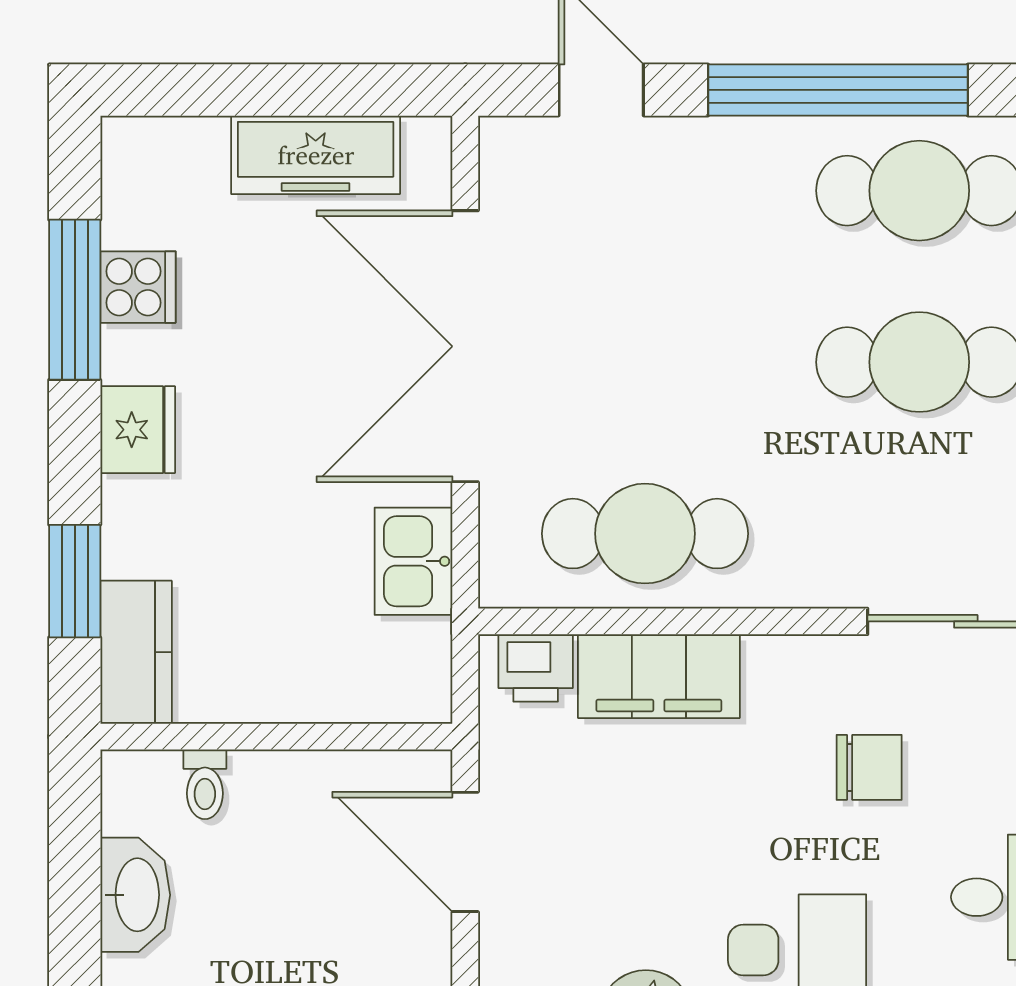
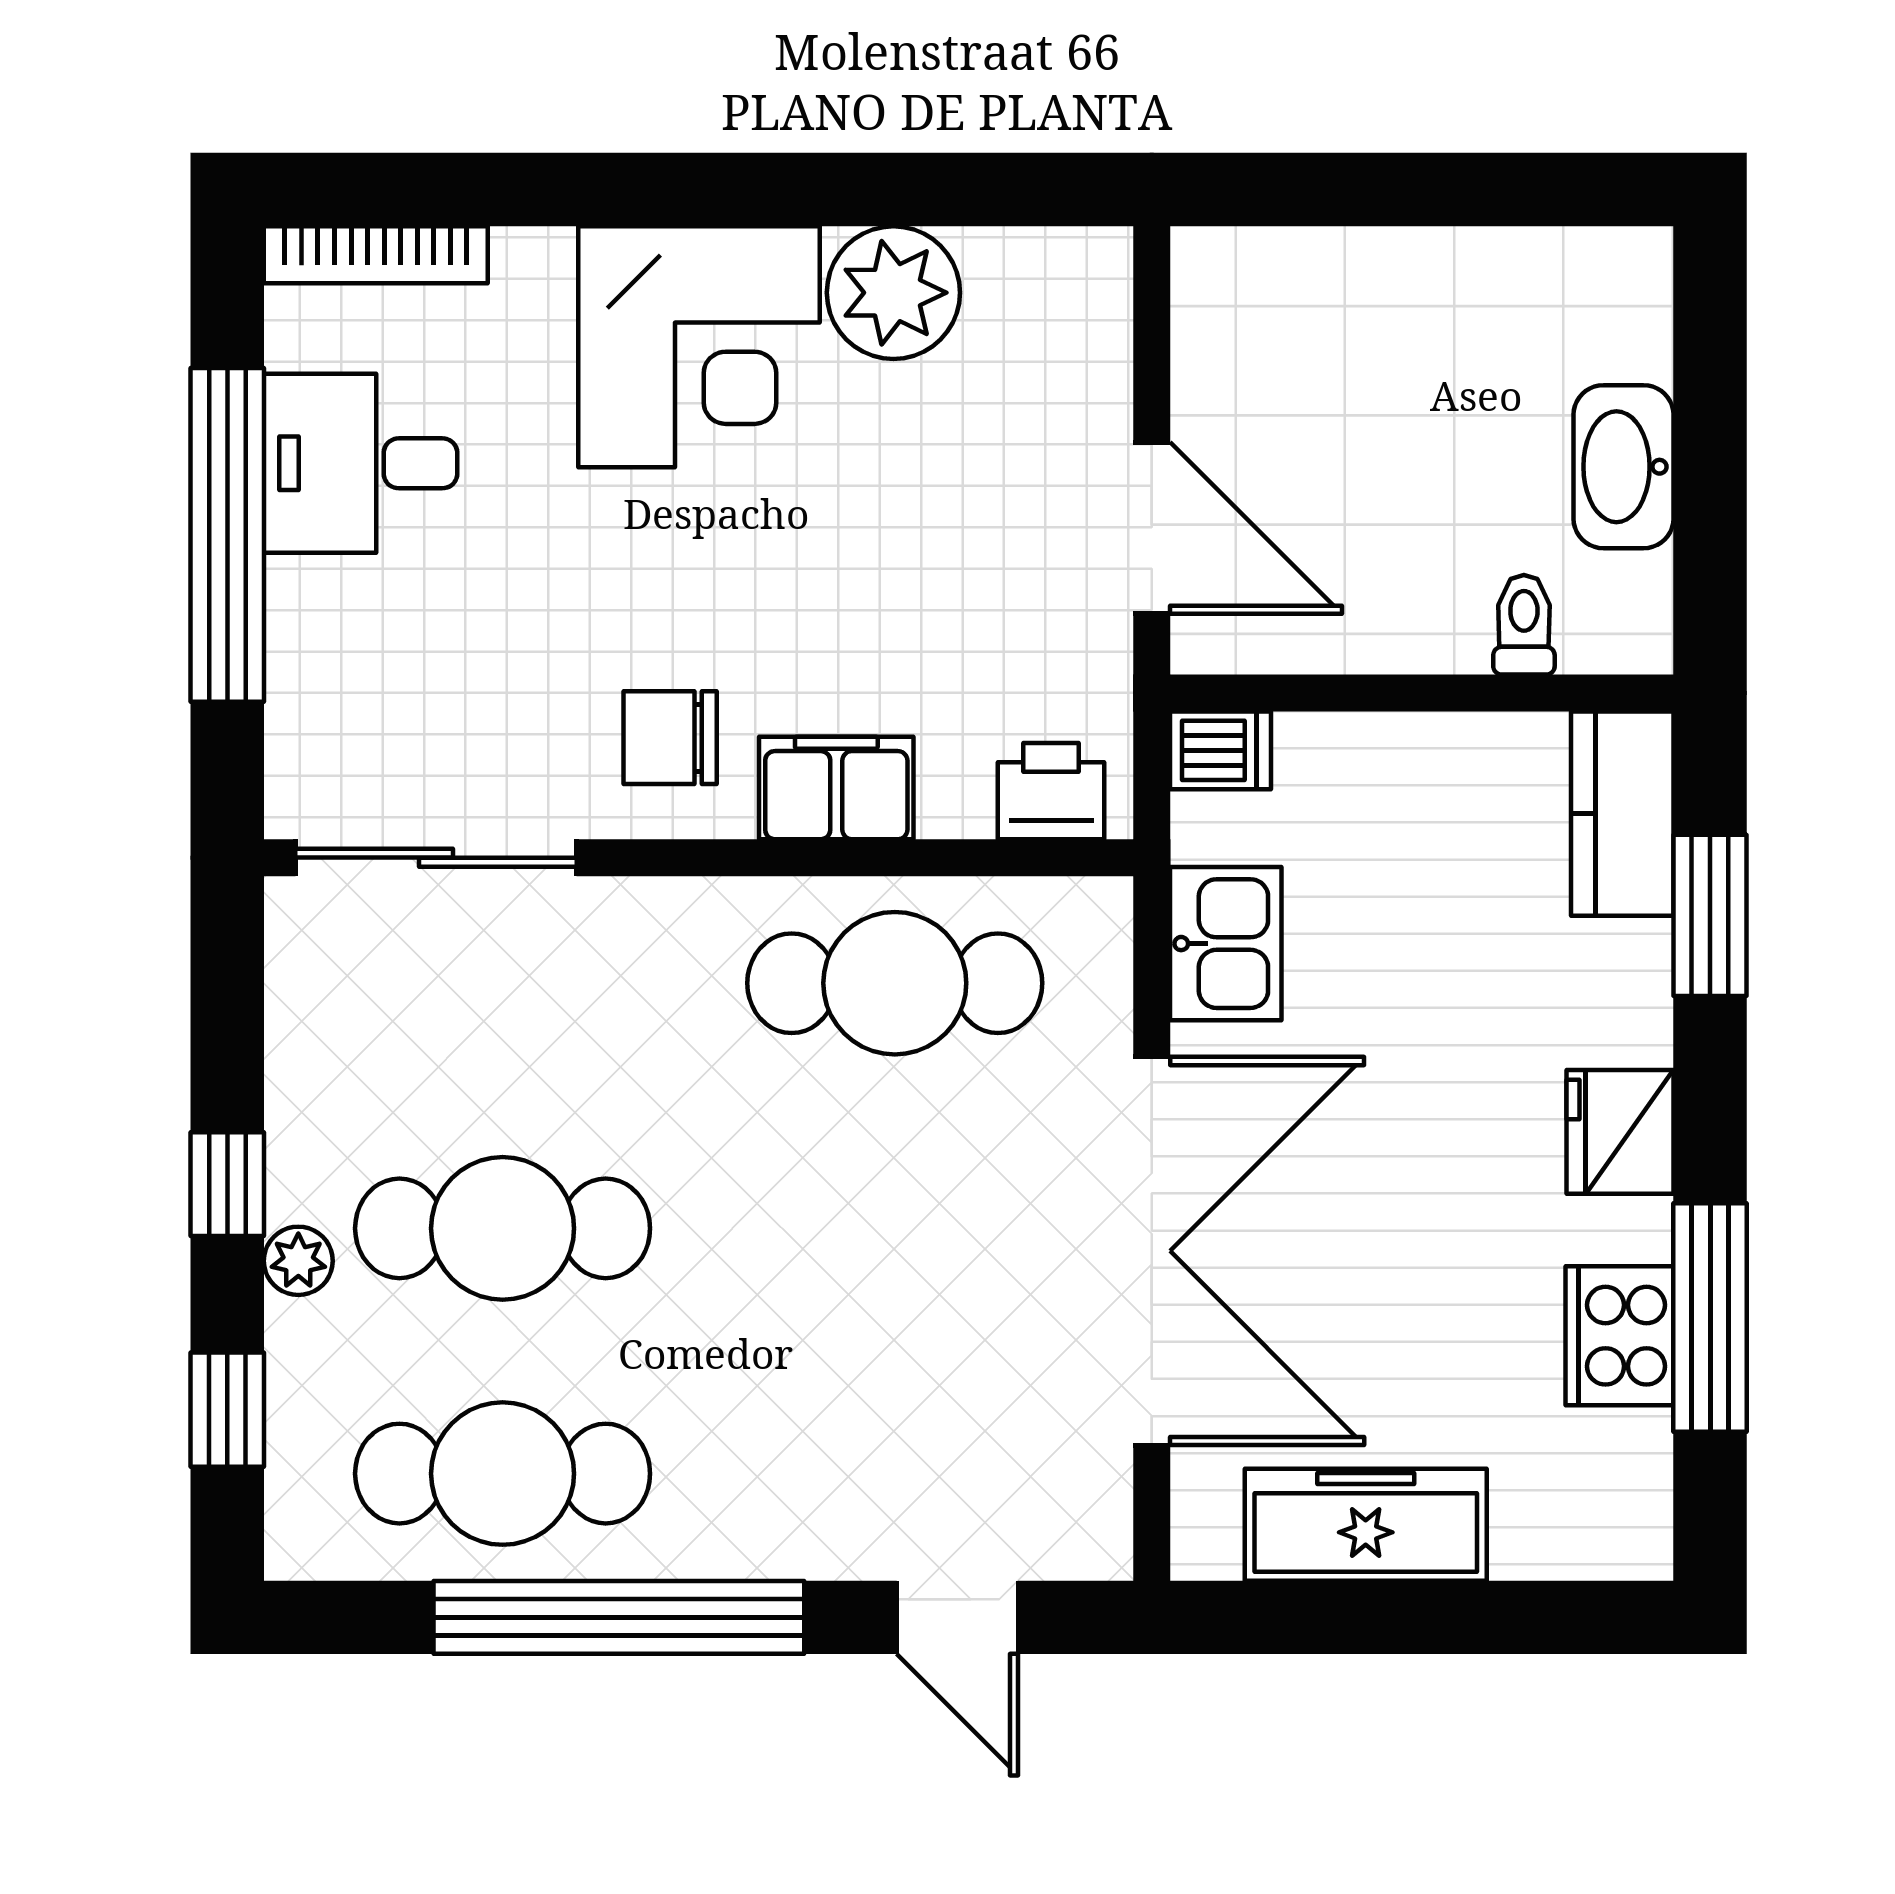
cooker: (138, 287) -> (1620, 1336), width x1.36
filing cabinet: (659, 676) -> (836, 788), width x0.67, depth x0.86
dishwasher: (417, 696) -> (1220, 750), added
chair: (869, 767) -> (670, 738), moved

